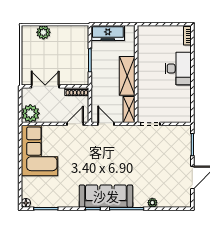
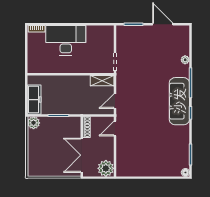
plant: (43, 32) -> (34, 123), moved
desk: (178, 68) -> (66, 40), width x1.36, depth x1.30
shelving: (127, 76) -> (72, 82), removed
double door: (45, 86) -> (82, 155), width x1.37
door: (75, 124) -> (115, 129), hinge flipped
corner sofa: (39, 150) -> (139, 160), removed

